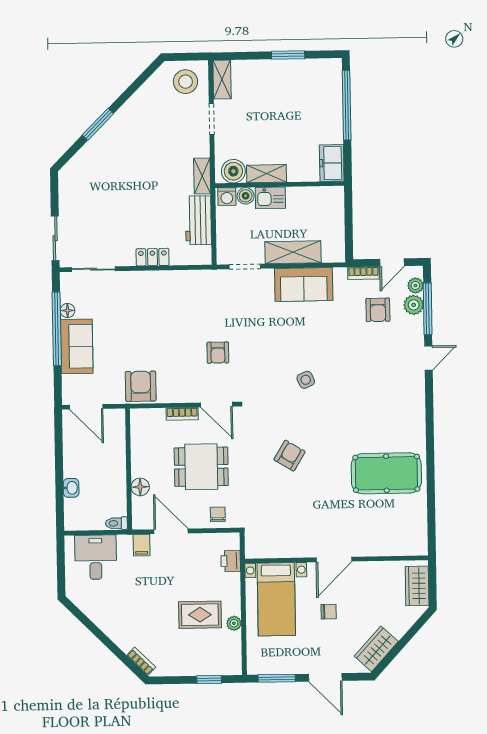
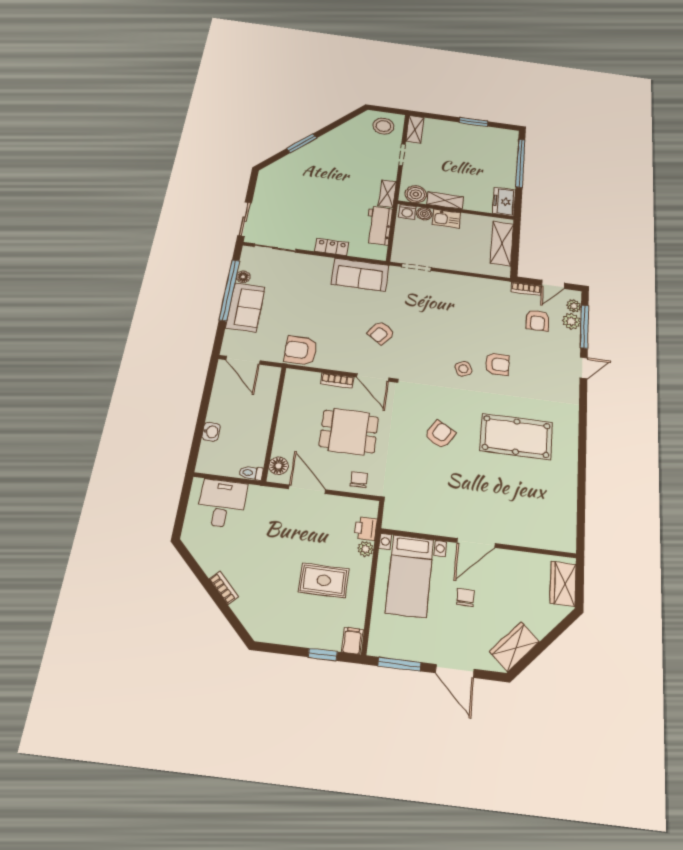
shelving: (293, 252) -> (502, 243), moved, turned 90
sofa: (304, 285) -> (360, 275), moved
armchair: (218, 353) -> (381, 333), turned 37
armchair: (340, 369) -> (497, 364), added
armchair: (141, 386) -> (301, 350), turned -90
pool table: (386, 473) -> (516, 437), moved
floor lamp: (140, 487) -> (279, 466), moved
filing cabinet: (142, 545) -> (352, 641), moved, turned 180
chair: (329, 612) -> (465, 598), turned -90
plant: (234, 623) -> (366, 549), moved
bookcase: (141, 661) -> (224, 588), moved

